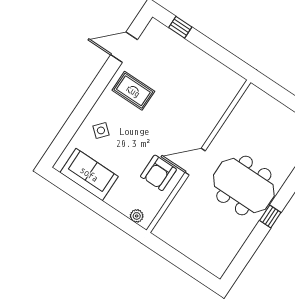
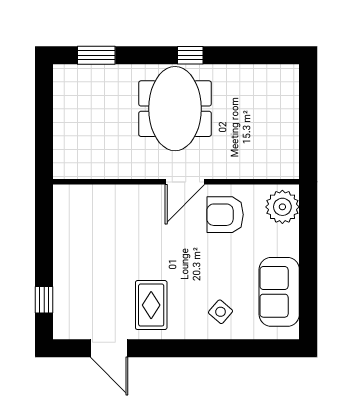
door: (195, 162) -> (185, 182), hinge flipped
armchair: (158, 173) -> (225, 215), turned 180
plant: (137, 216) -> (282, 207), width x1.88, depth x1.88

